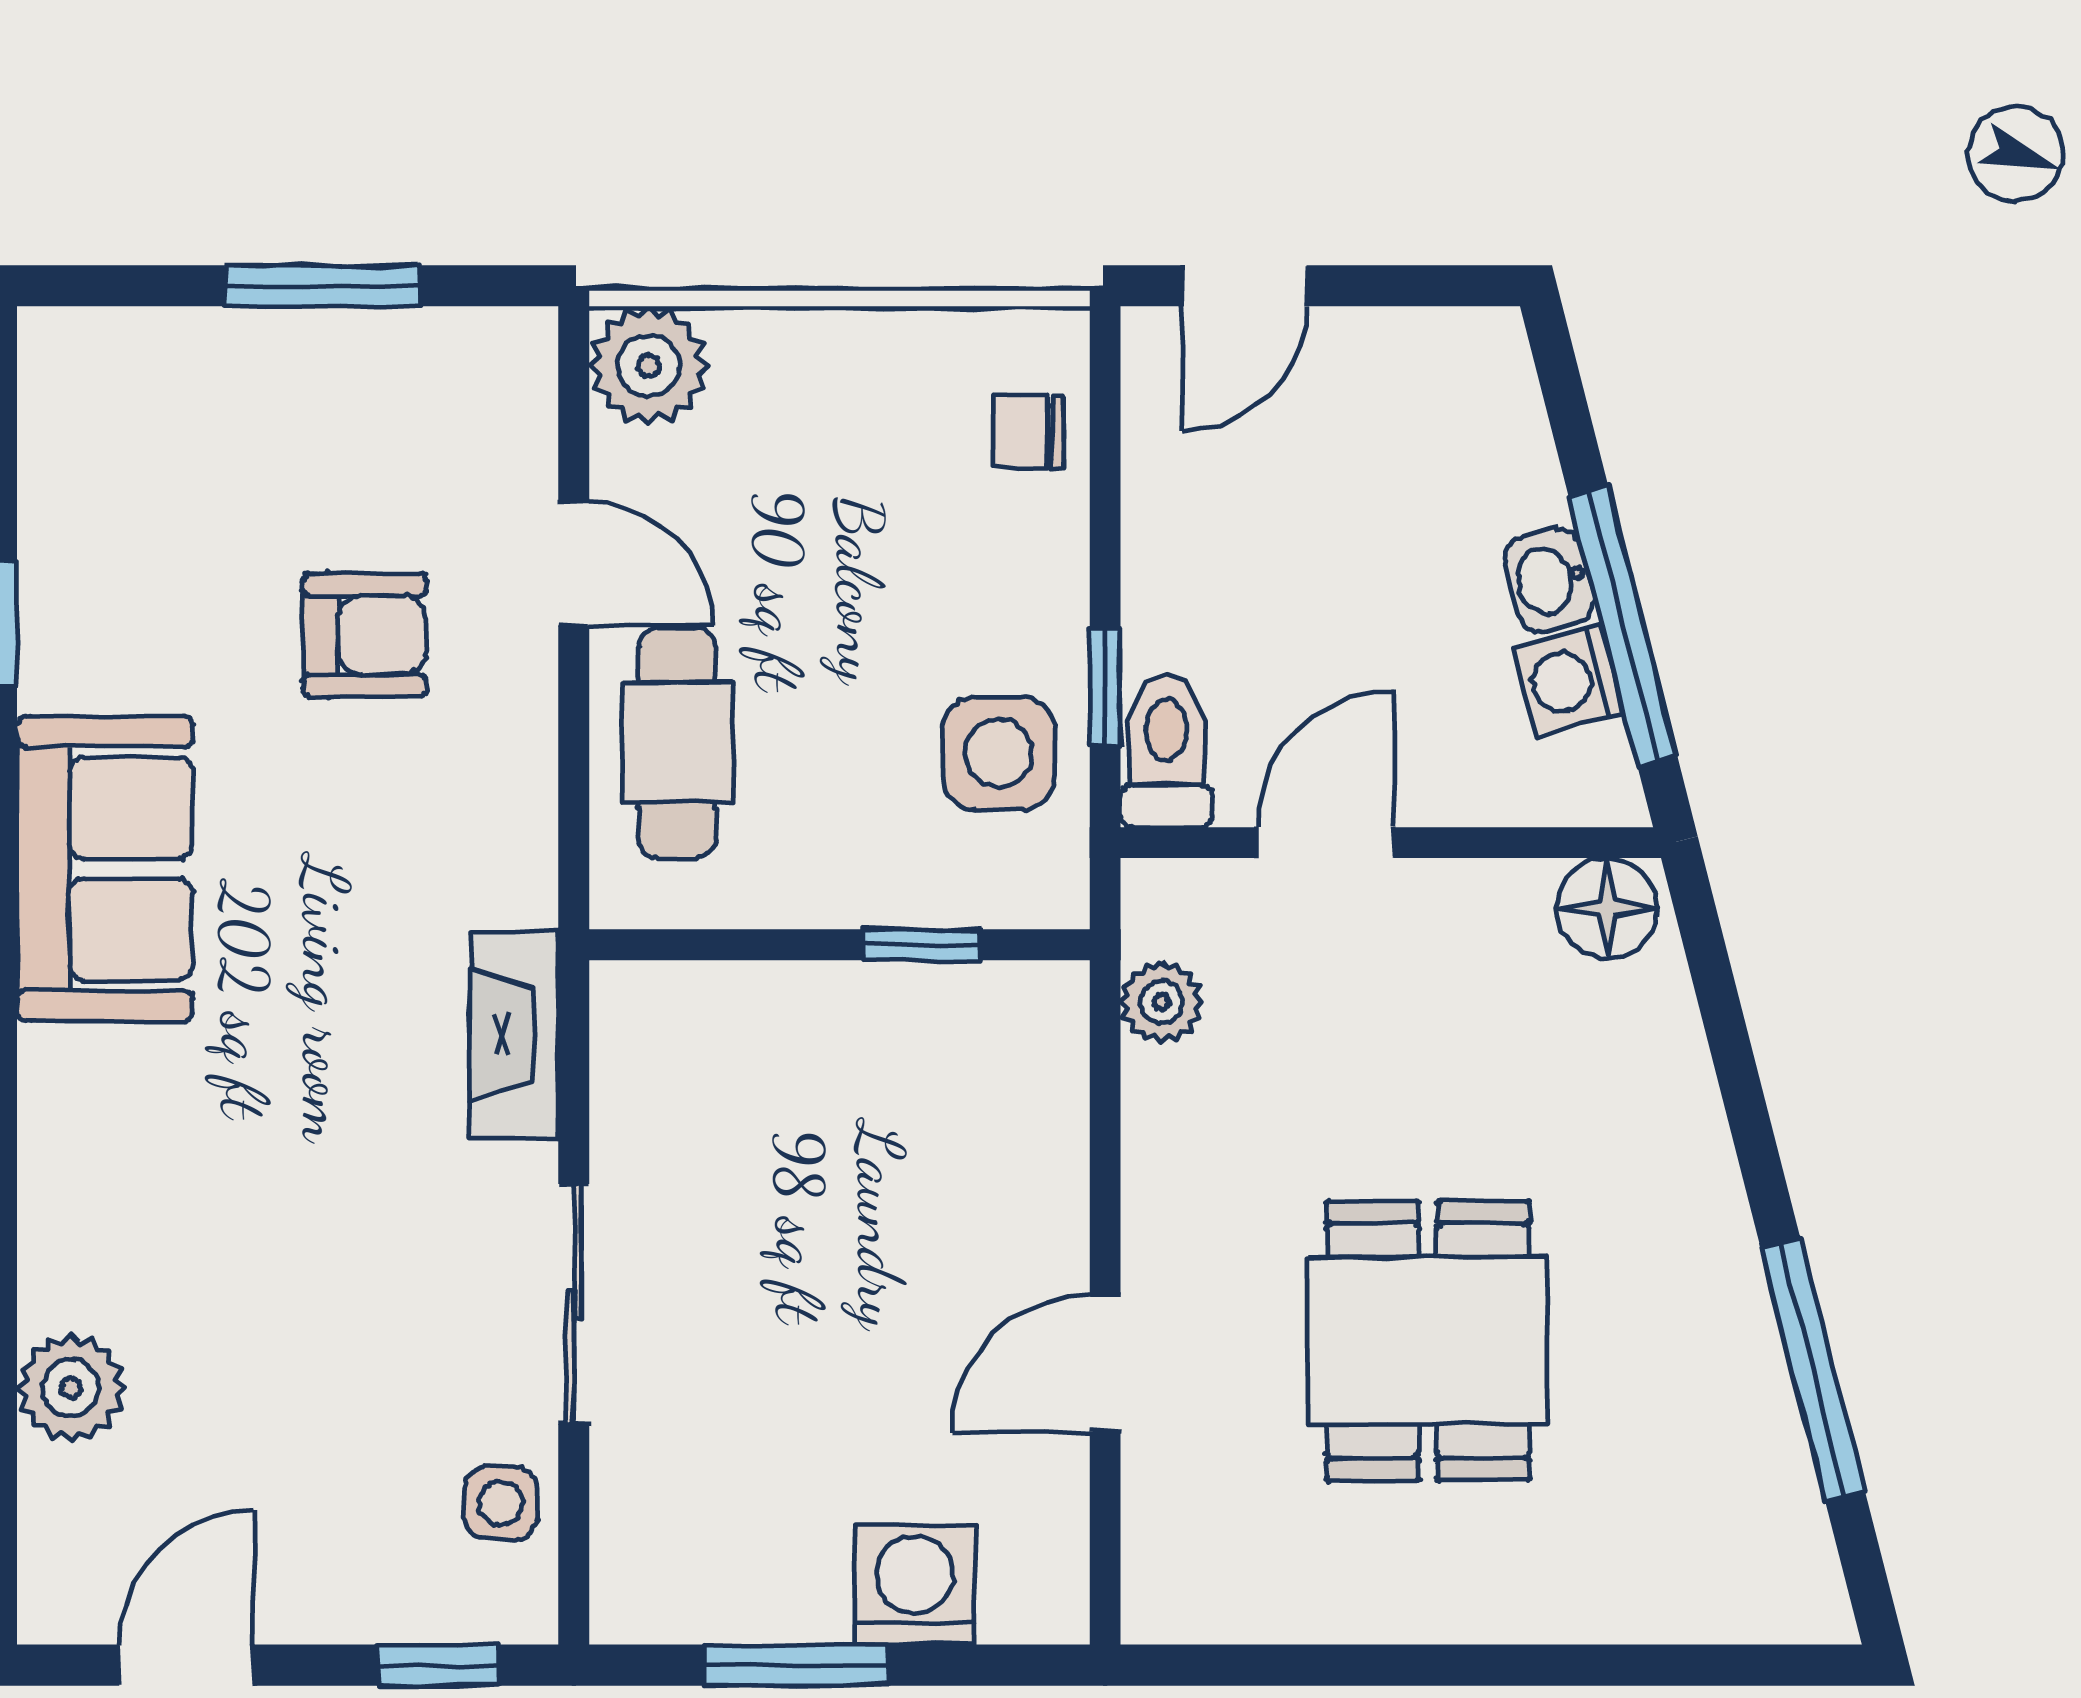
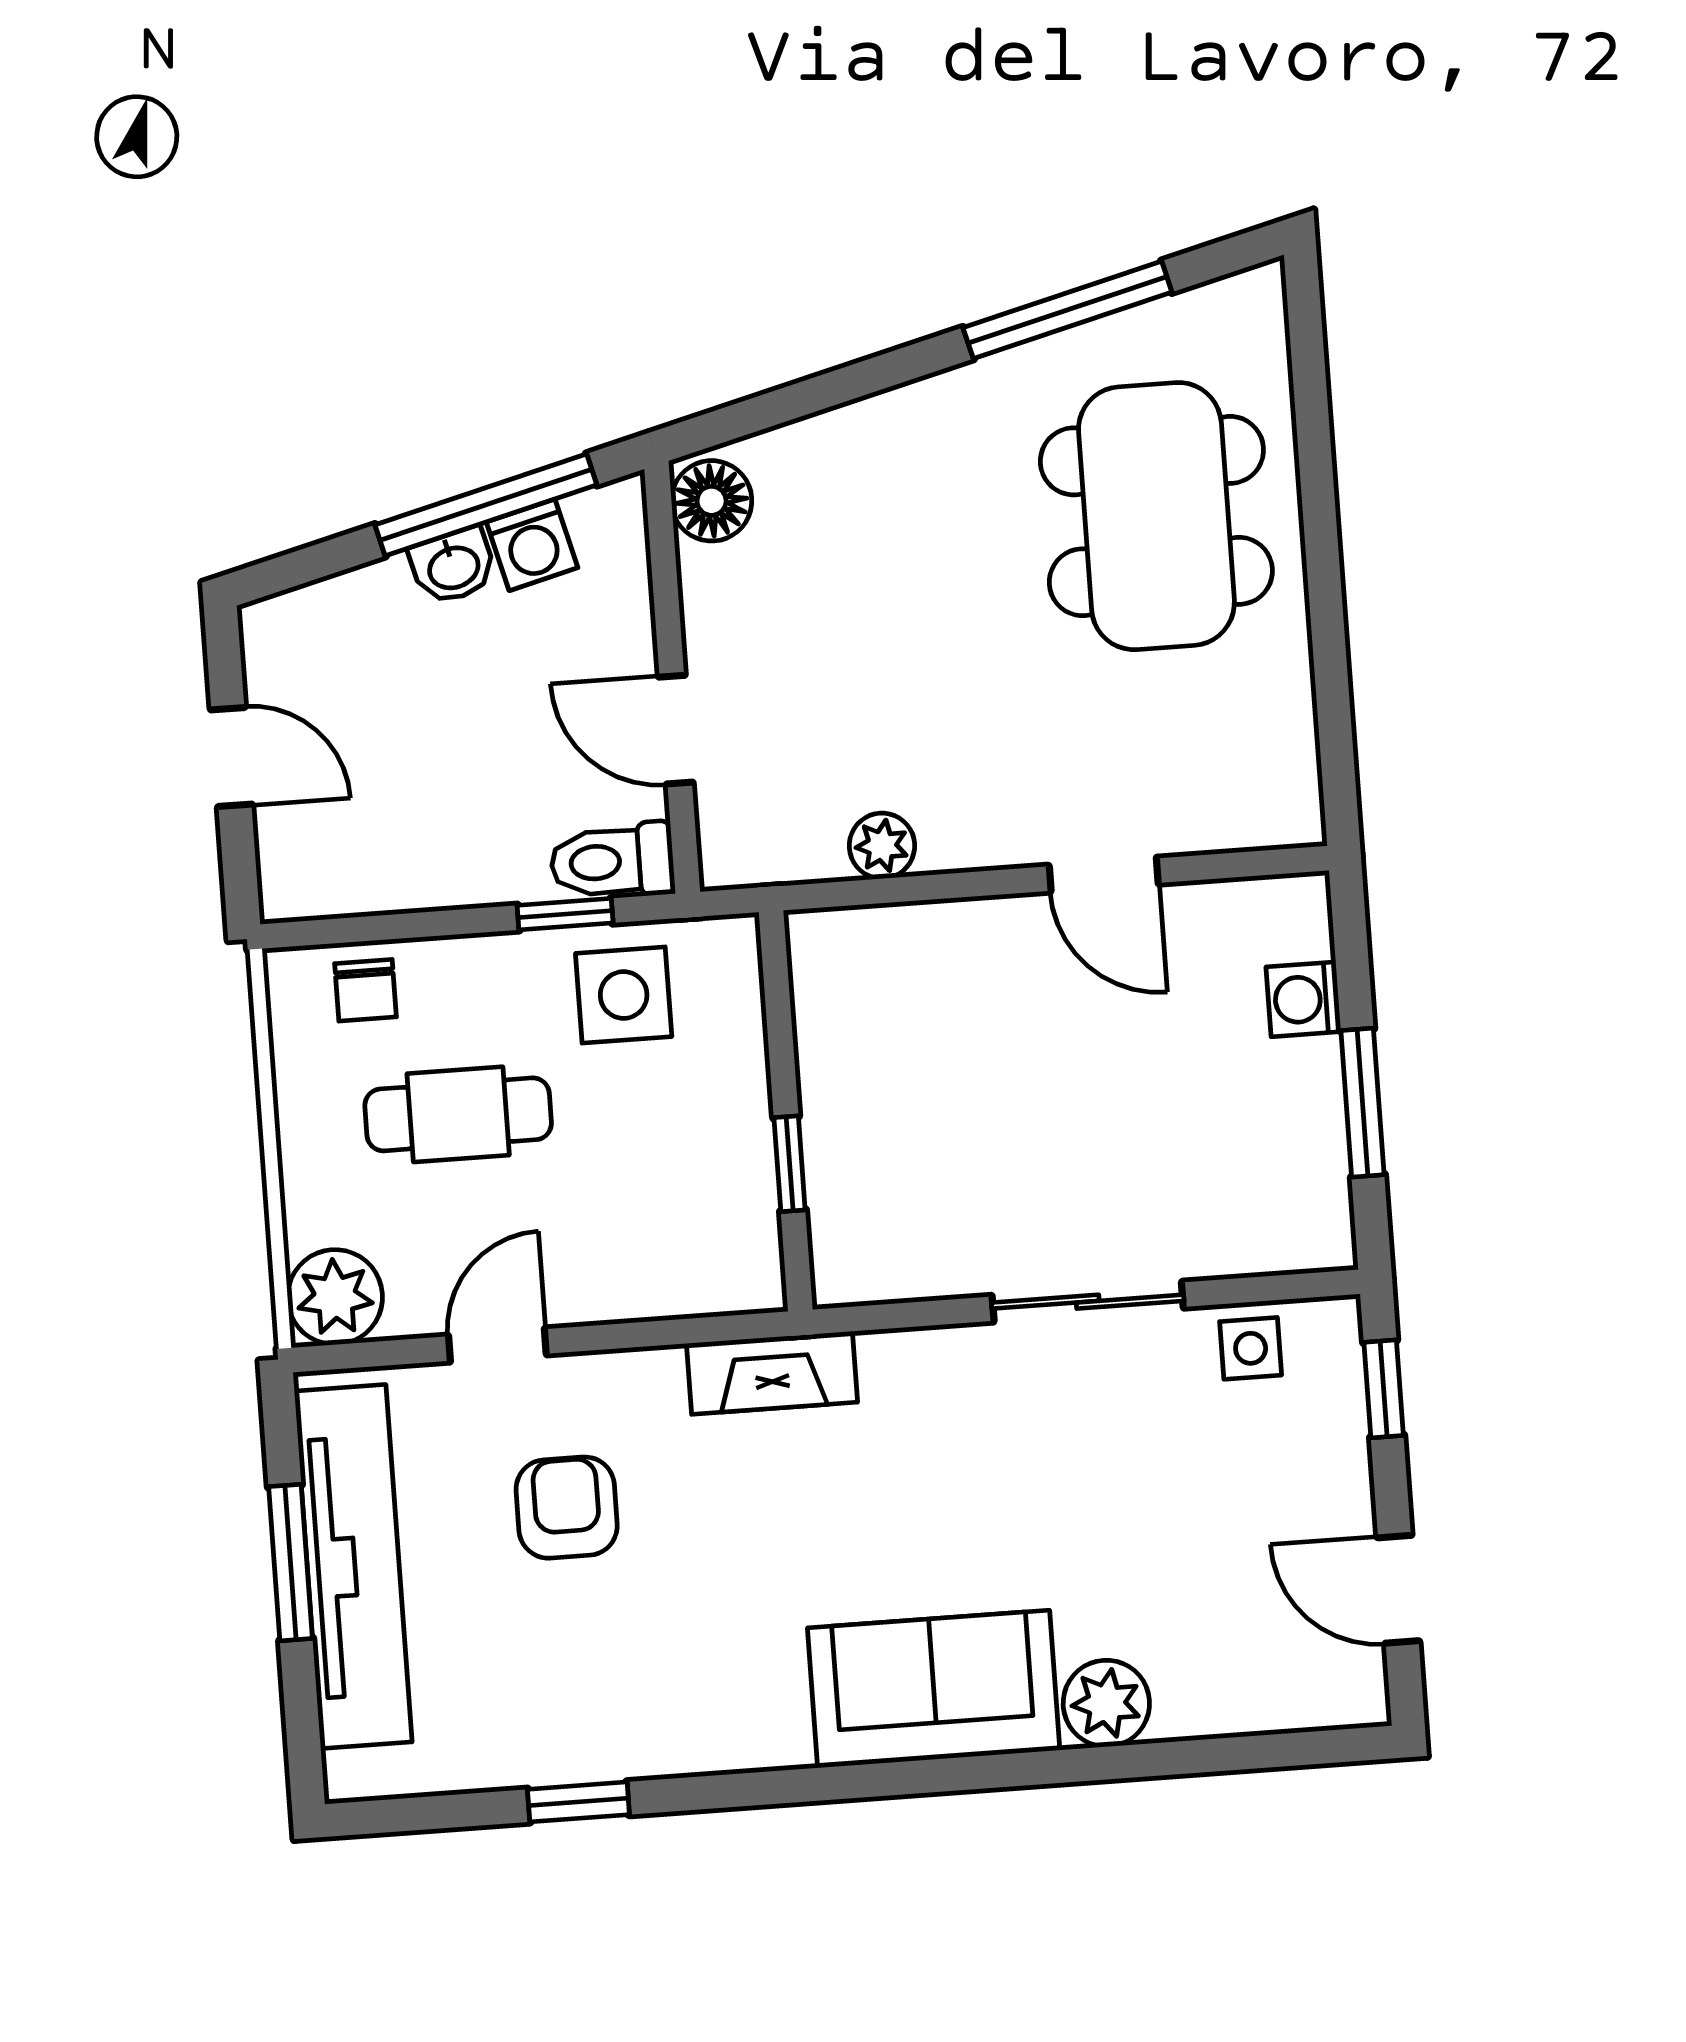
door: (1245, 286) -> (231, 757), moved
tv unit: (311, 364) -> (353, 1567), added
cafe table: (677, 742) -> (458, 1114), moved
sofa: (105, 869) -> (934, 1689), moved
window: (921, 945) -> (790, 1164), moved
plant: (1161, 1002) -> (882, 846), moved
fireplace: (514, 1035) -> (772, 1373), moved
dining table: (1428, 1341) -> (1156, 516), moved, width x1.38
plant: (71, 1388) -> (1106, 1703), moved
washing machine: (915, 1584) -> (1303, 999), width x0.73, depth x0.73

